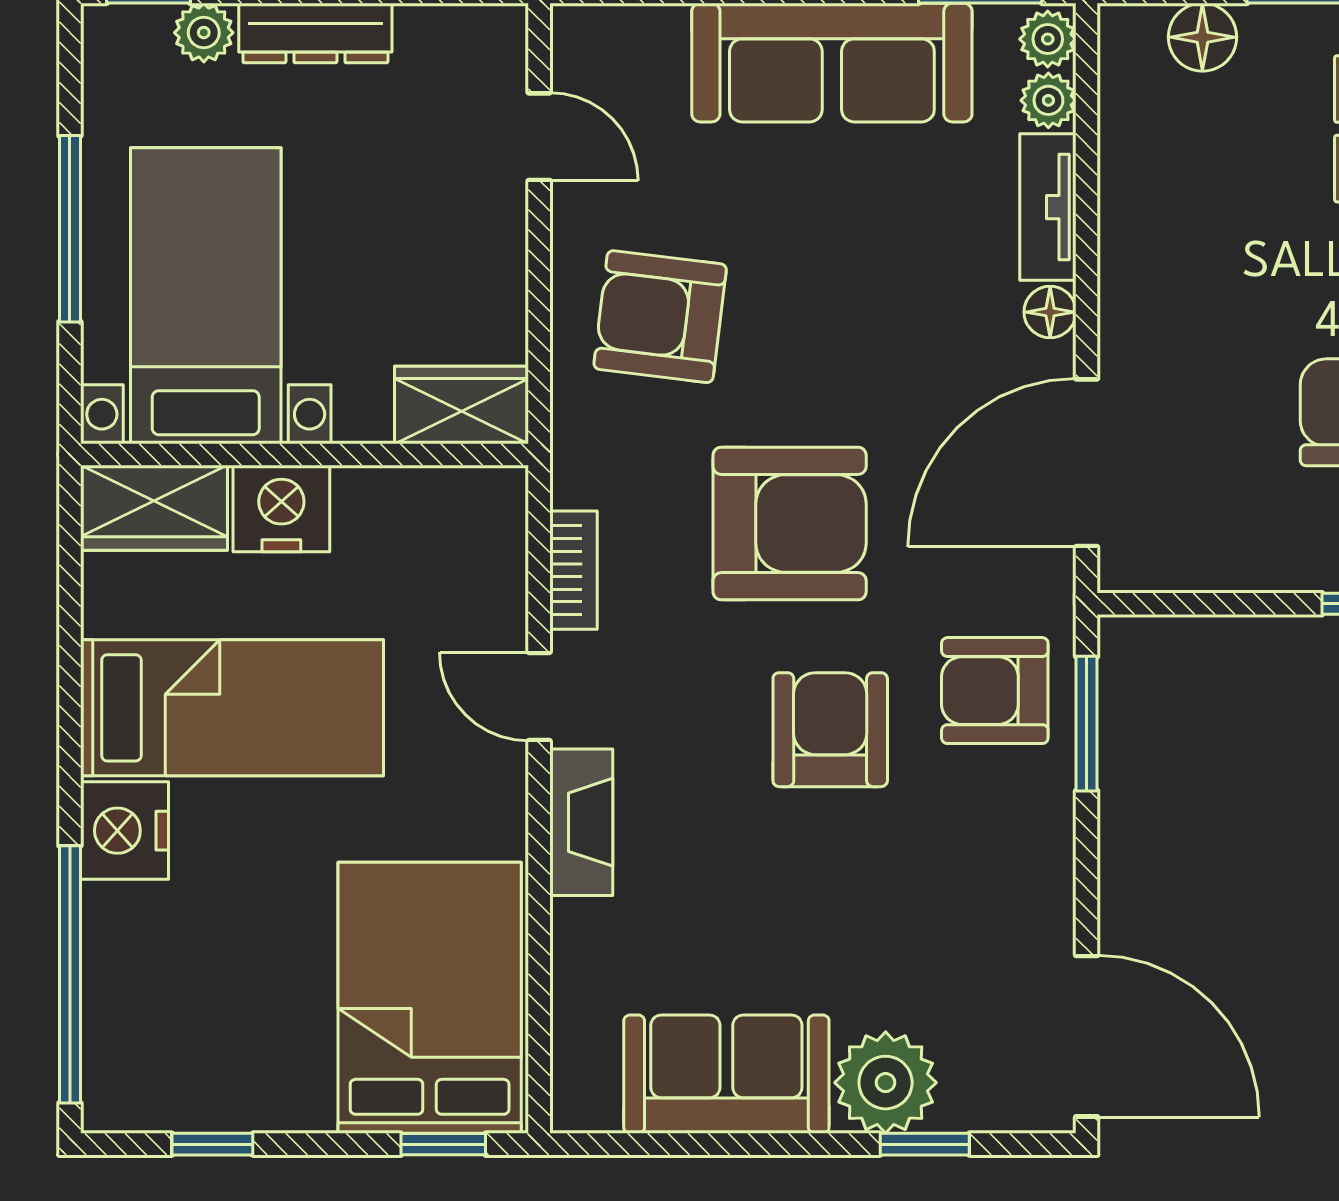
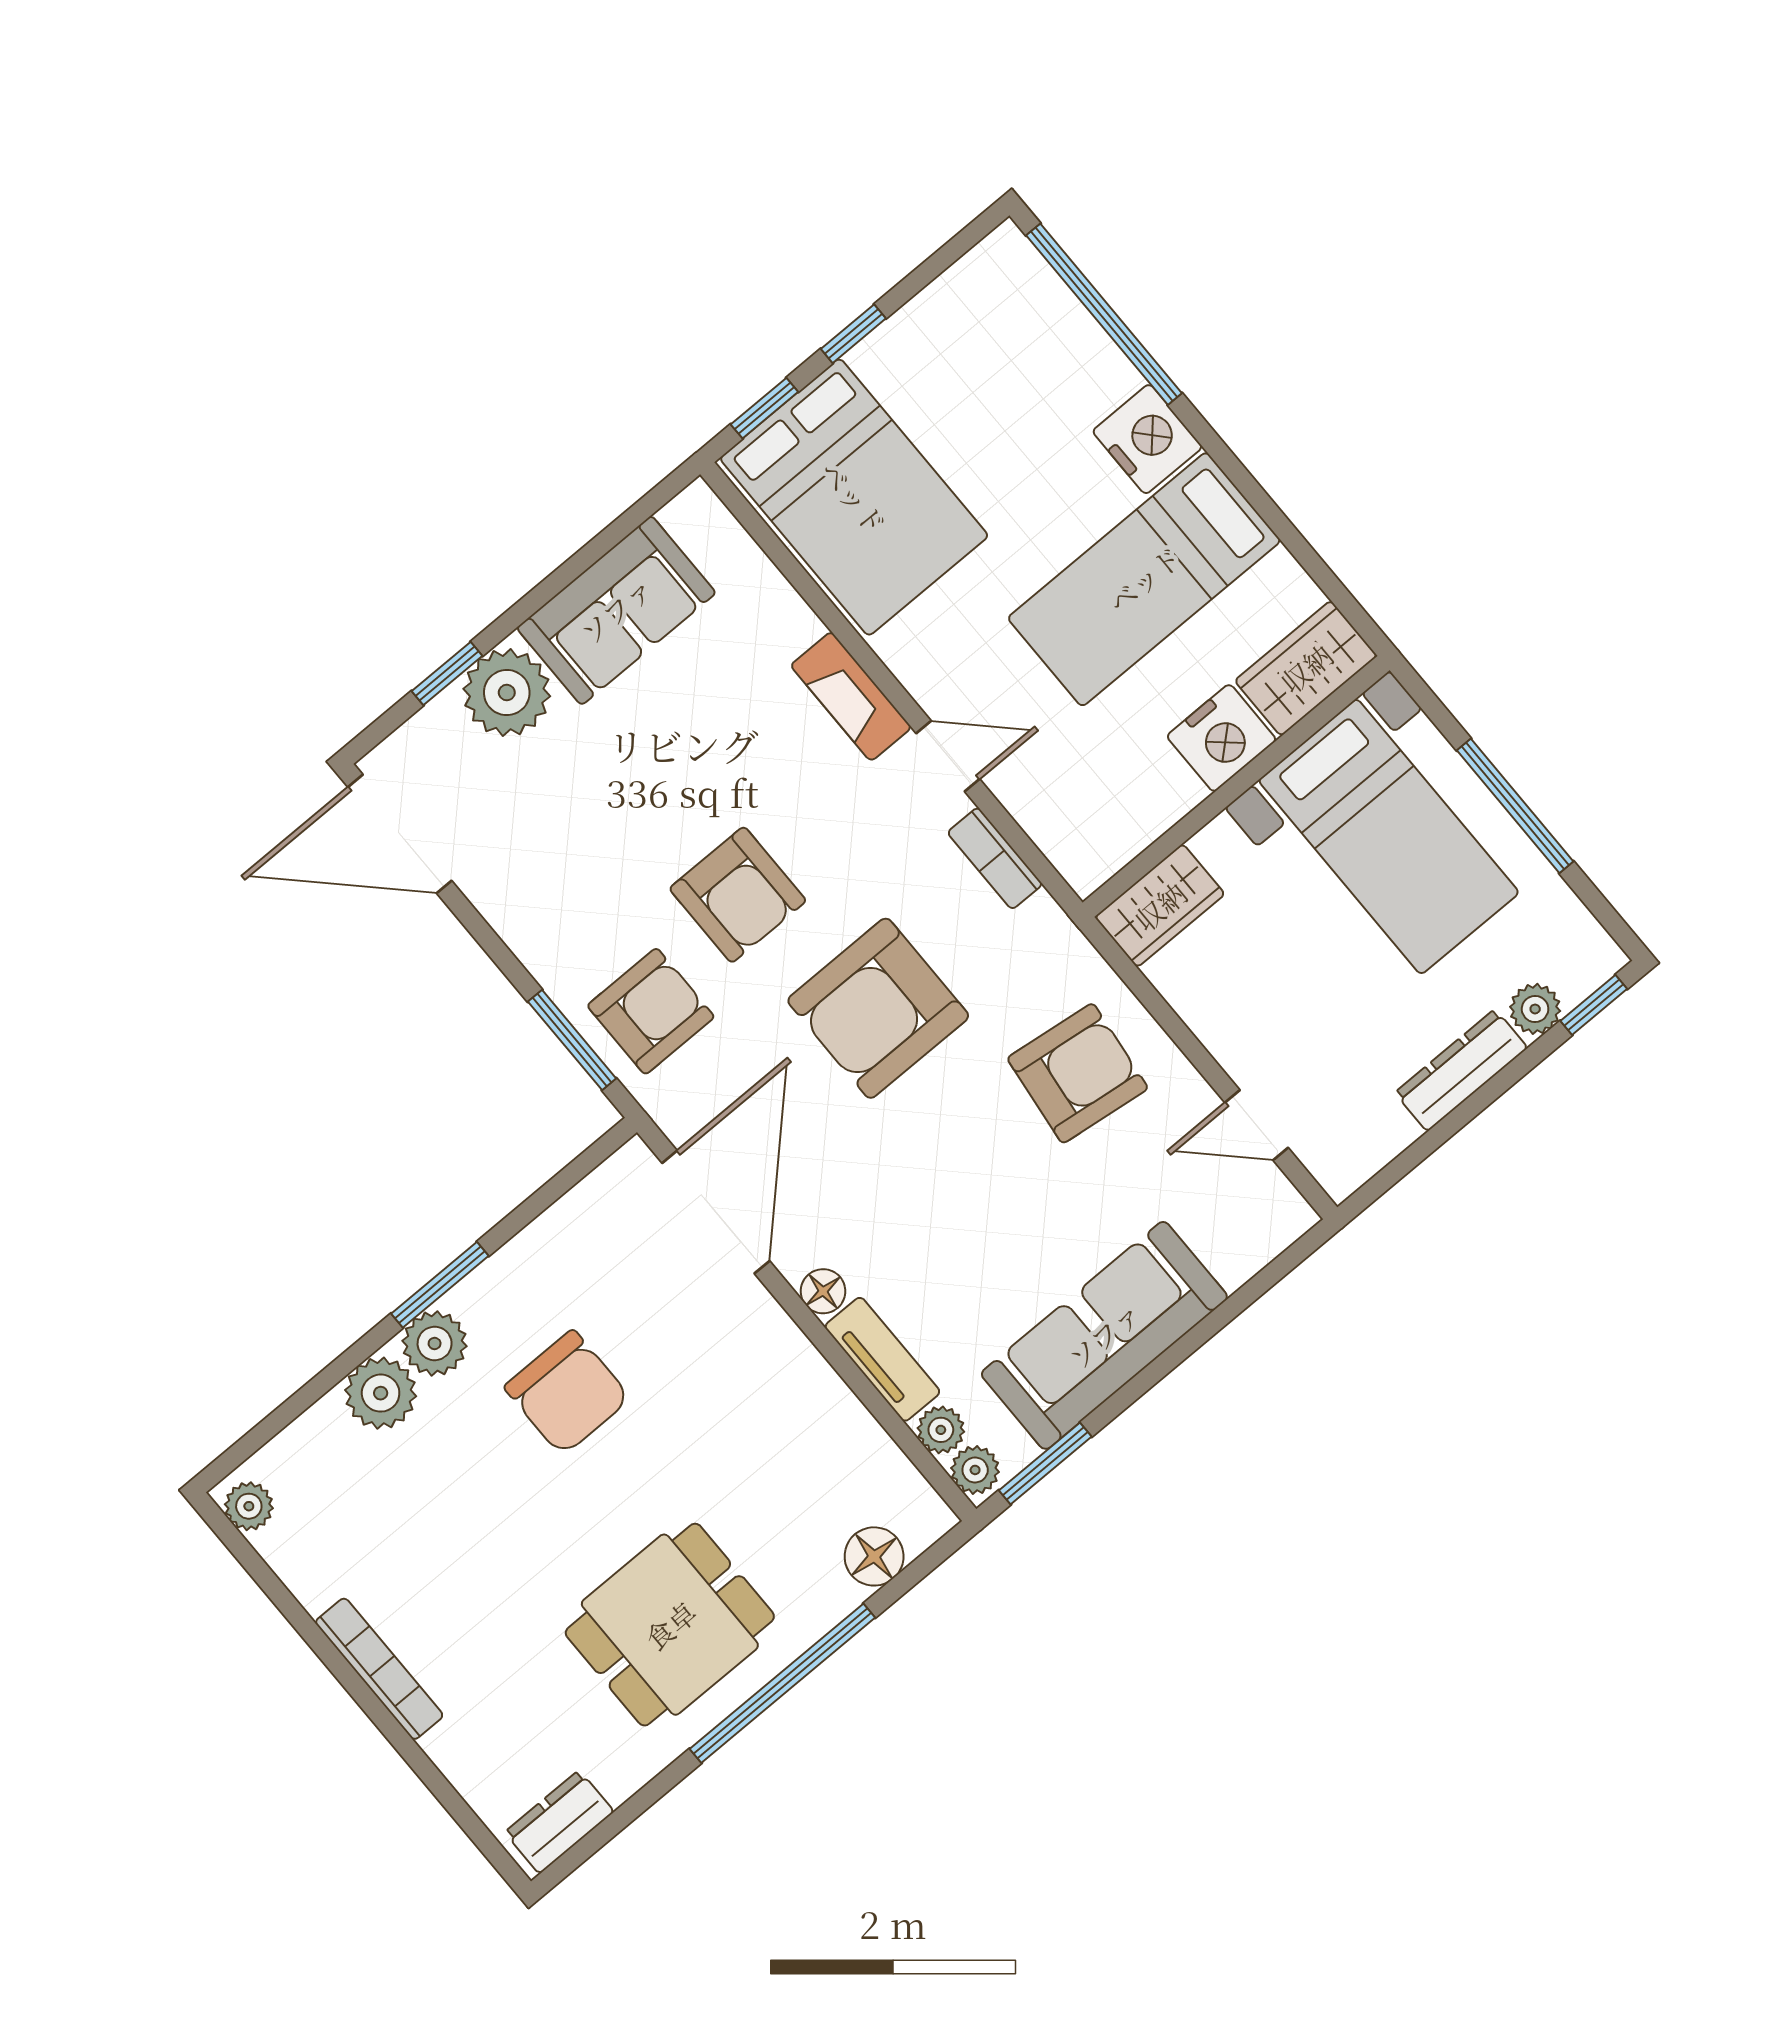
window: (212, 1144) -> (853, 334), moved

